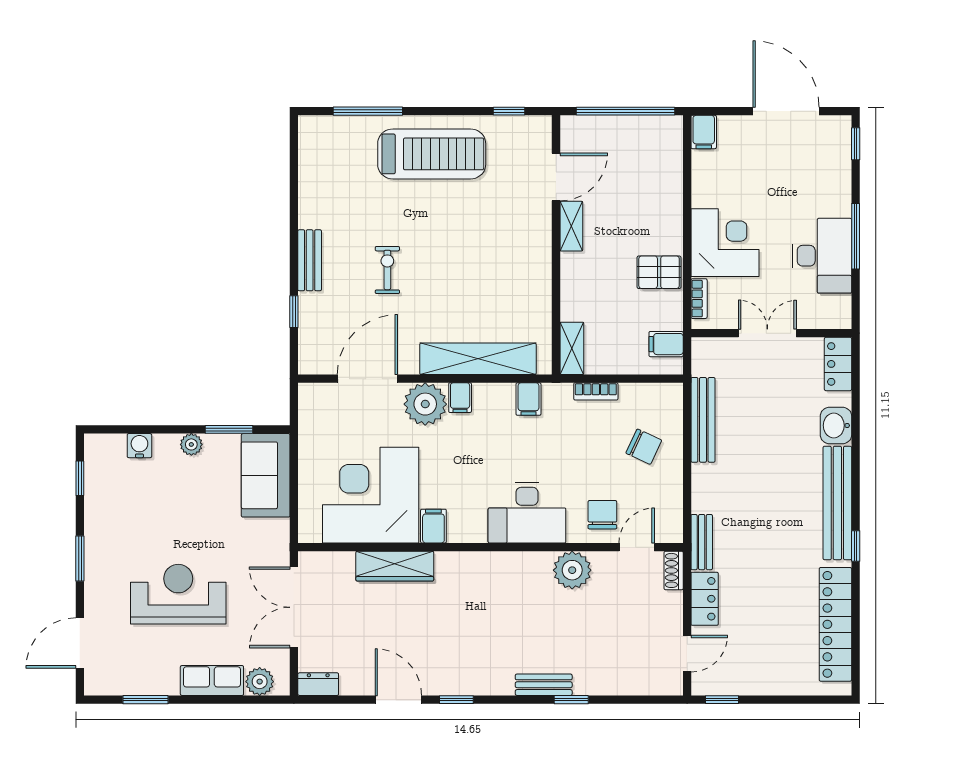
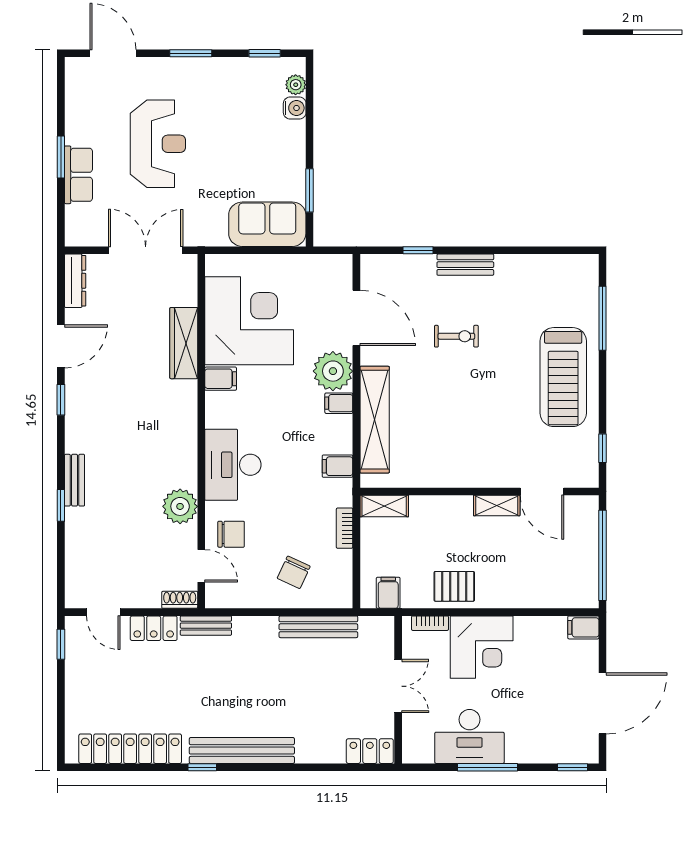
pallet: (659, 272) -> (454, 586), turned 90
washbasin: (836, 425) -> (313, 749), removed
plant: (191, 444) -> (296, 85), moved
plant: (260, 682) -> (77, 219), removed
dresser: (318, 684) -> (75, 281), width x1.44
window: (145, 700) -> (61, 157), moved

